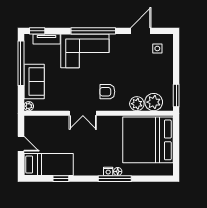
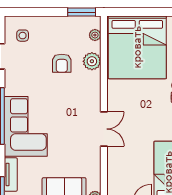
armchair: (107, 92) -> (62, 63), moved
plant: (154, 102) -> (95, 35), width x0.53, depth x0.53

